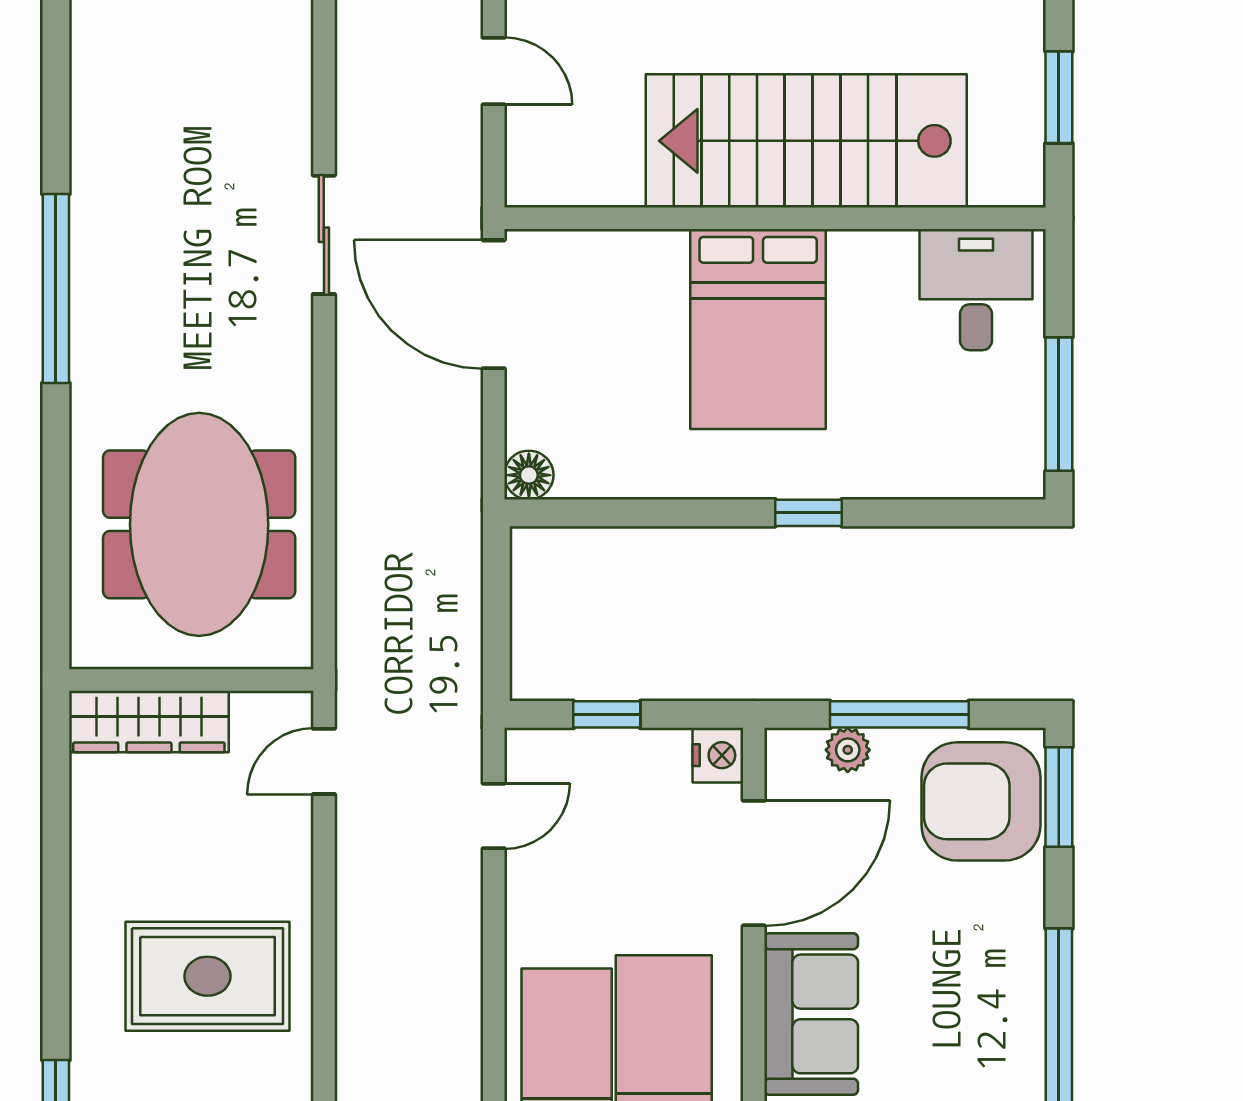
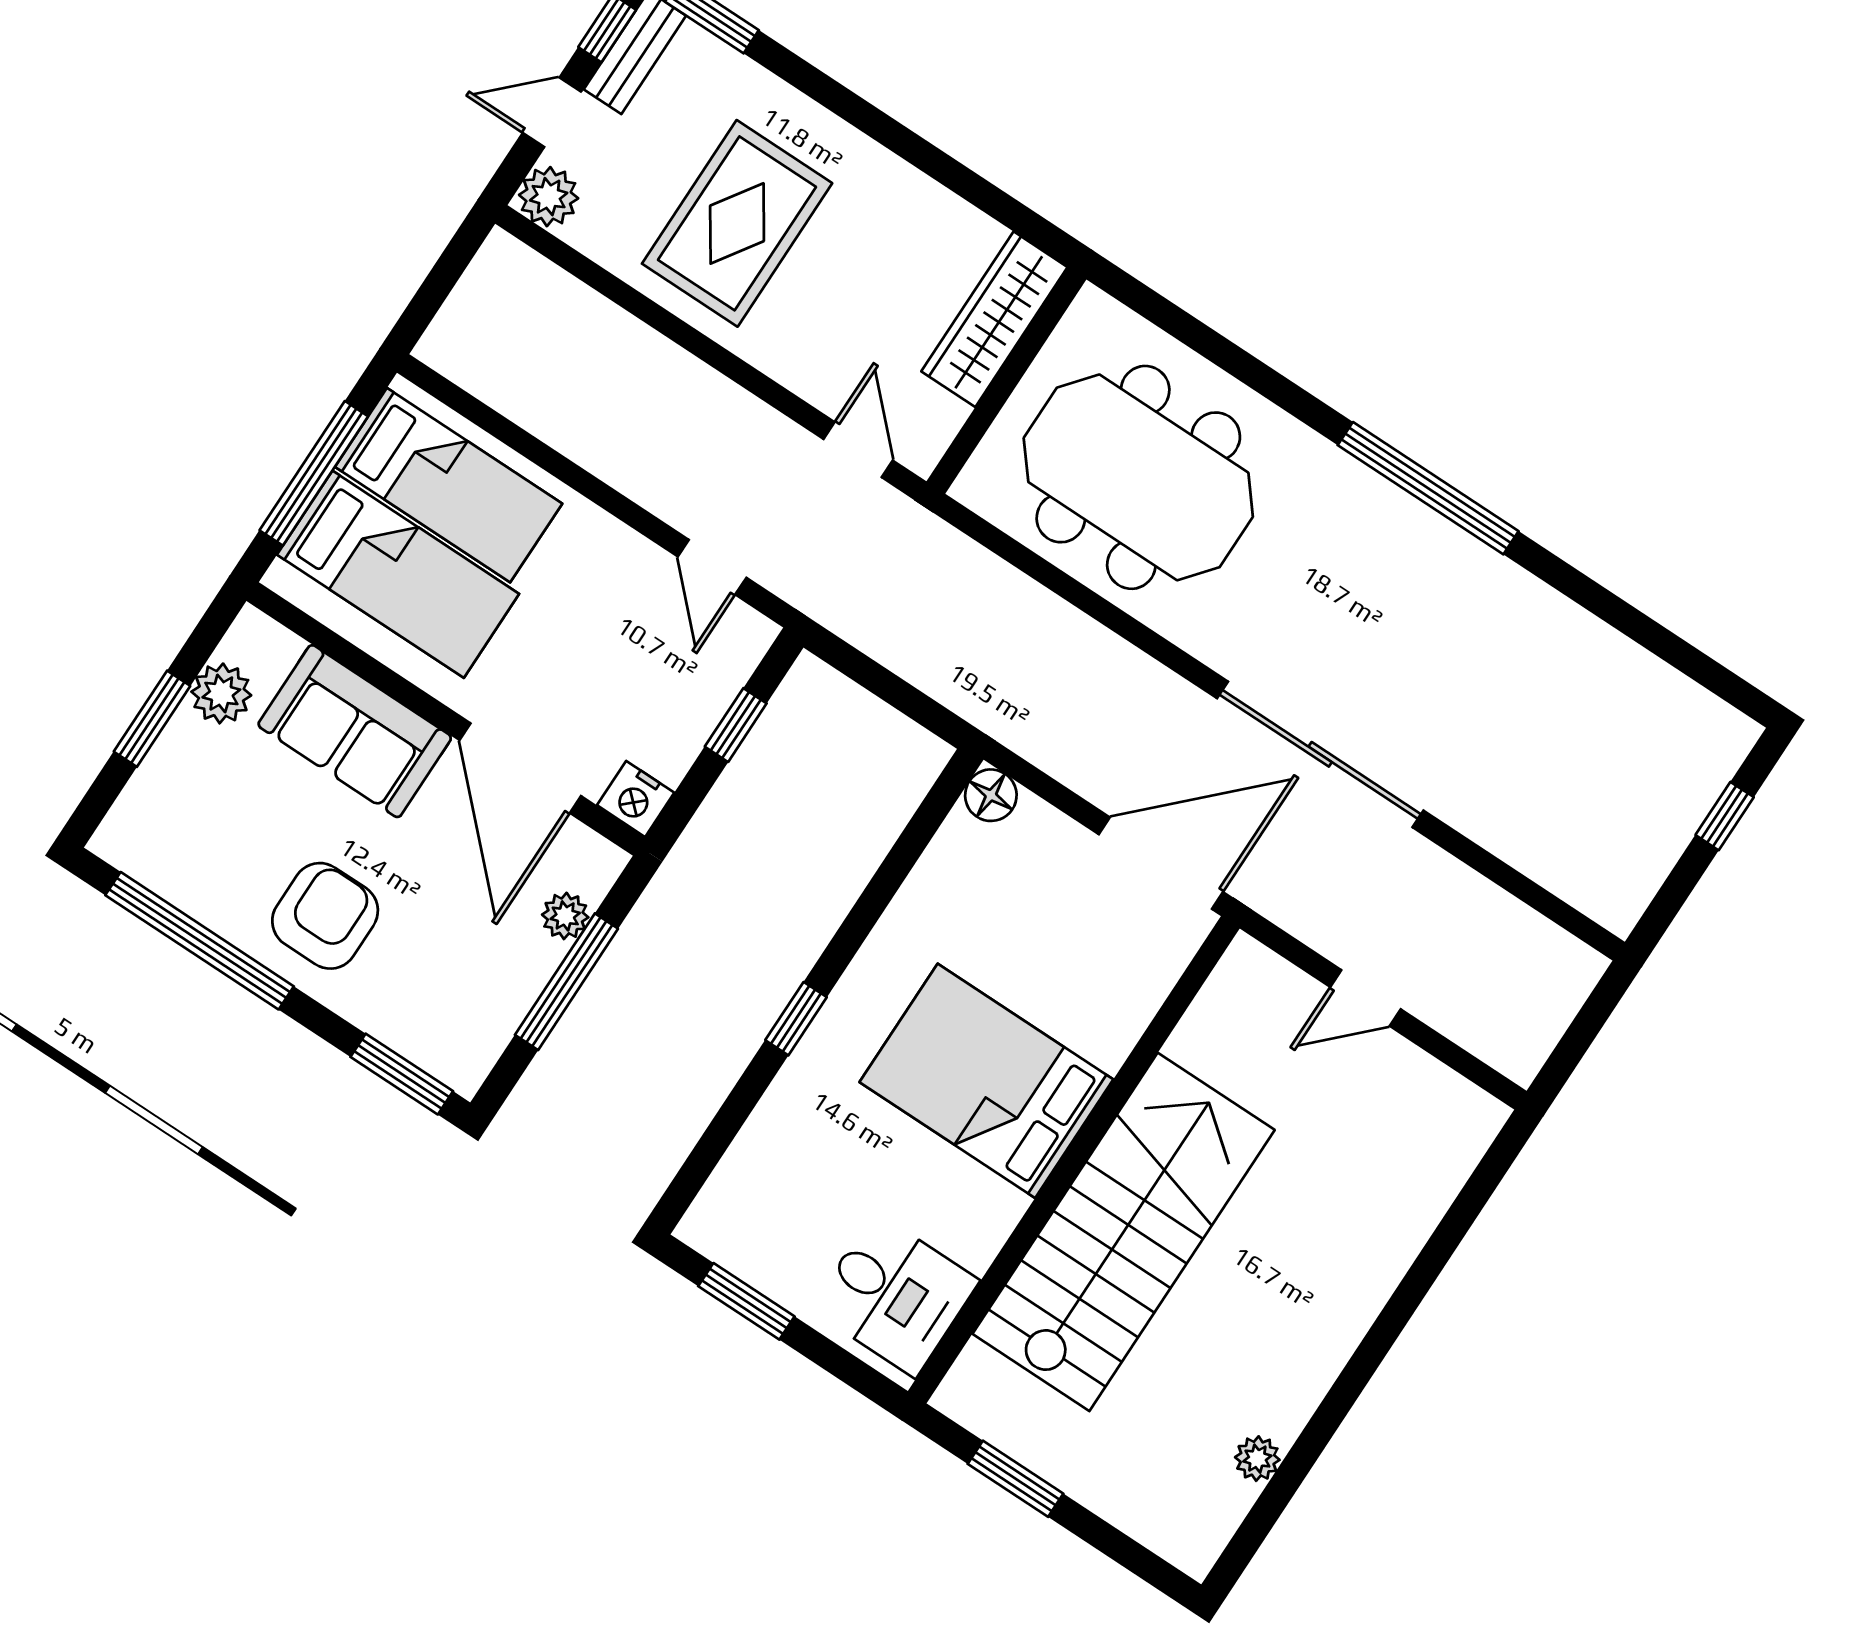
sliding door: (324, 235) -> (1320, 754), width x1.86
window: (1059, 404) -> (746, 1301), width x0.69
armchair: (981, 801) -> (325, 916), moved, width x0.73, depth x0.73

